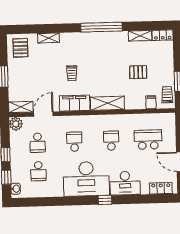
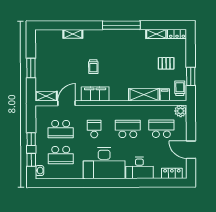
pallet: (20, 48) -> (47, 42), removed
pallet: (138, 72) -> (166, 63), moved
shelving: (107, 103) -> (144, 95), moved
plant: (16, 124) -> (181, 111), moved
school desk: (111, 141) -> (128, 129), width x1.85
school desk: (38, 143) -> (61, 129), width x1.85
school desk: (38, 171) -> (61, 155), width x1.85
window: (105, 200) -> (121, 183), removed

